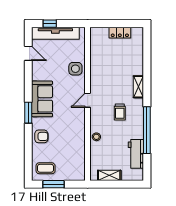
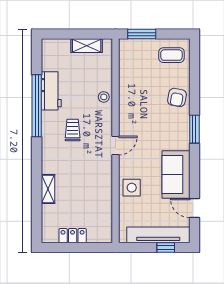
shelving: (138, 87) -> (48, 189), moved
sofa: (42, 99) -> (176, 174), moved
armchair: (41, 136) -> (177, 97), turned -79
workbench: (136, 154) -> (51, 91), moved
window: (54, 184) -> (142, 34), moved

